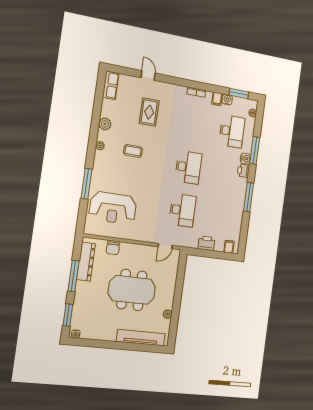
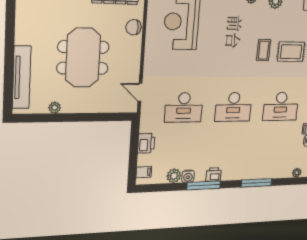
desk: (232, 131) -> (281, 106), moved
coffee table: (133, 151) -> (264, 50), moved
water cooler: (246, 159) -> (188, 176), moved
printer: (243, 171) -> (214, 175), moved
plant: (236, 222) -> (174, 176), added

